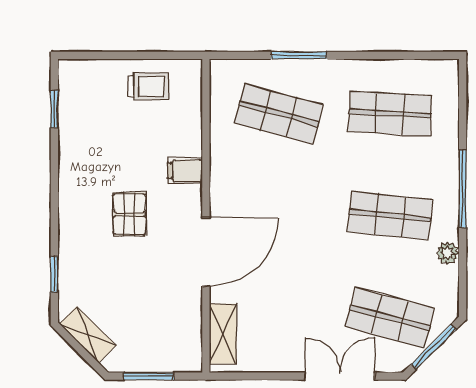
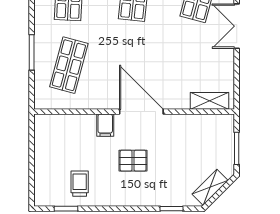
trolley: (148, 86) -> (80, 184), moved
door: (206, 252) -> (141, 112), moved

